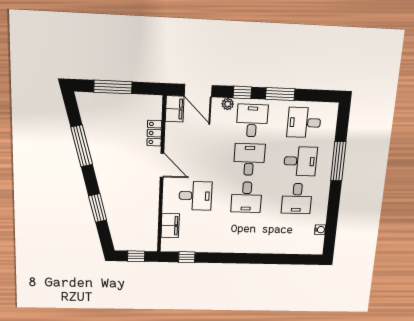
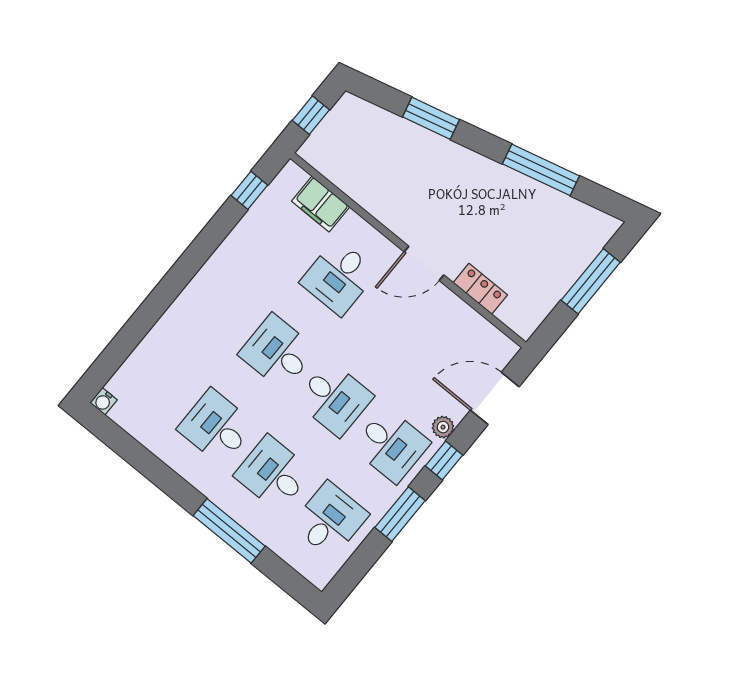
filing cabinet: (175, 109) -> (494, 345), removed
desk: (300, 161) -> (273, 473), turned 90
water cooler: (320, 230) -> (104, 401), moved

